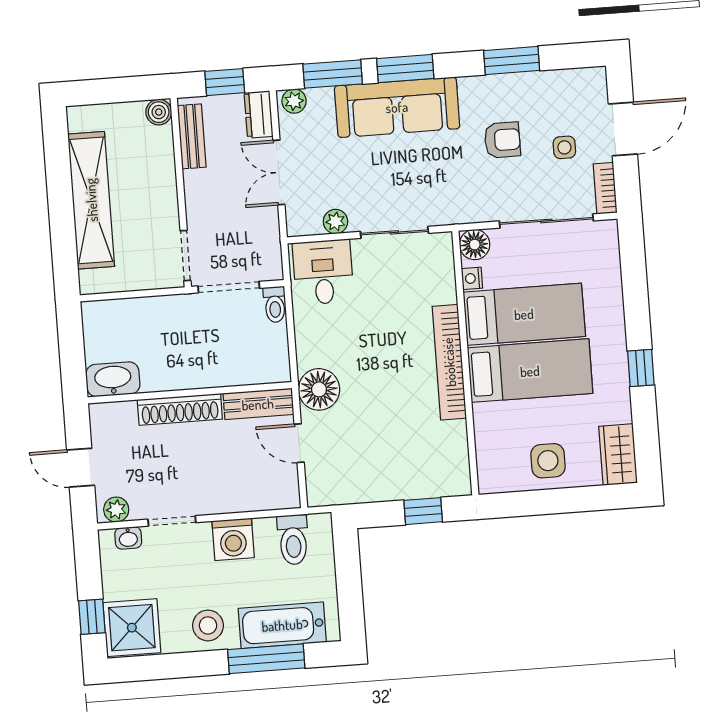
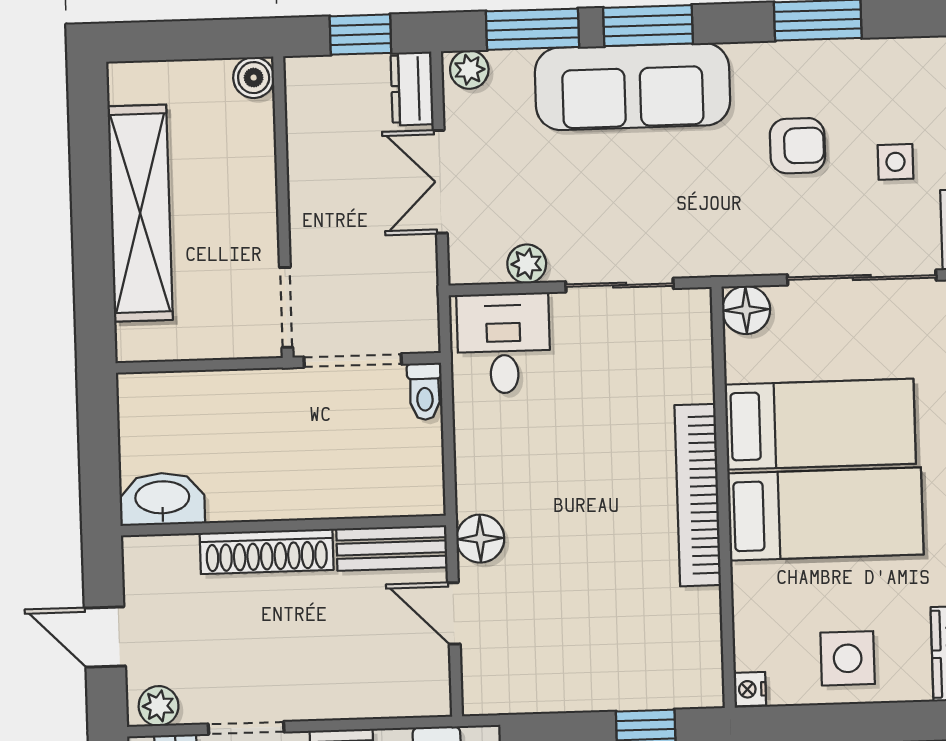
bench: (192, 136) -> (304, 119), removed
nightstand: (472, 278) -> (750, 689), moved
floor lamp: (319, 389) -> (480, 539), width x0.73, depth x0.73

